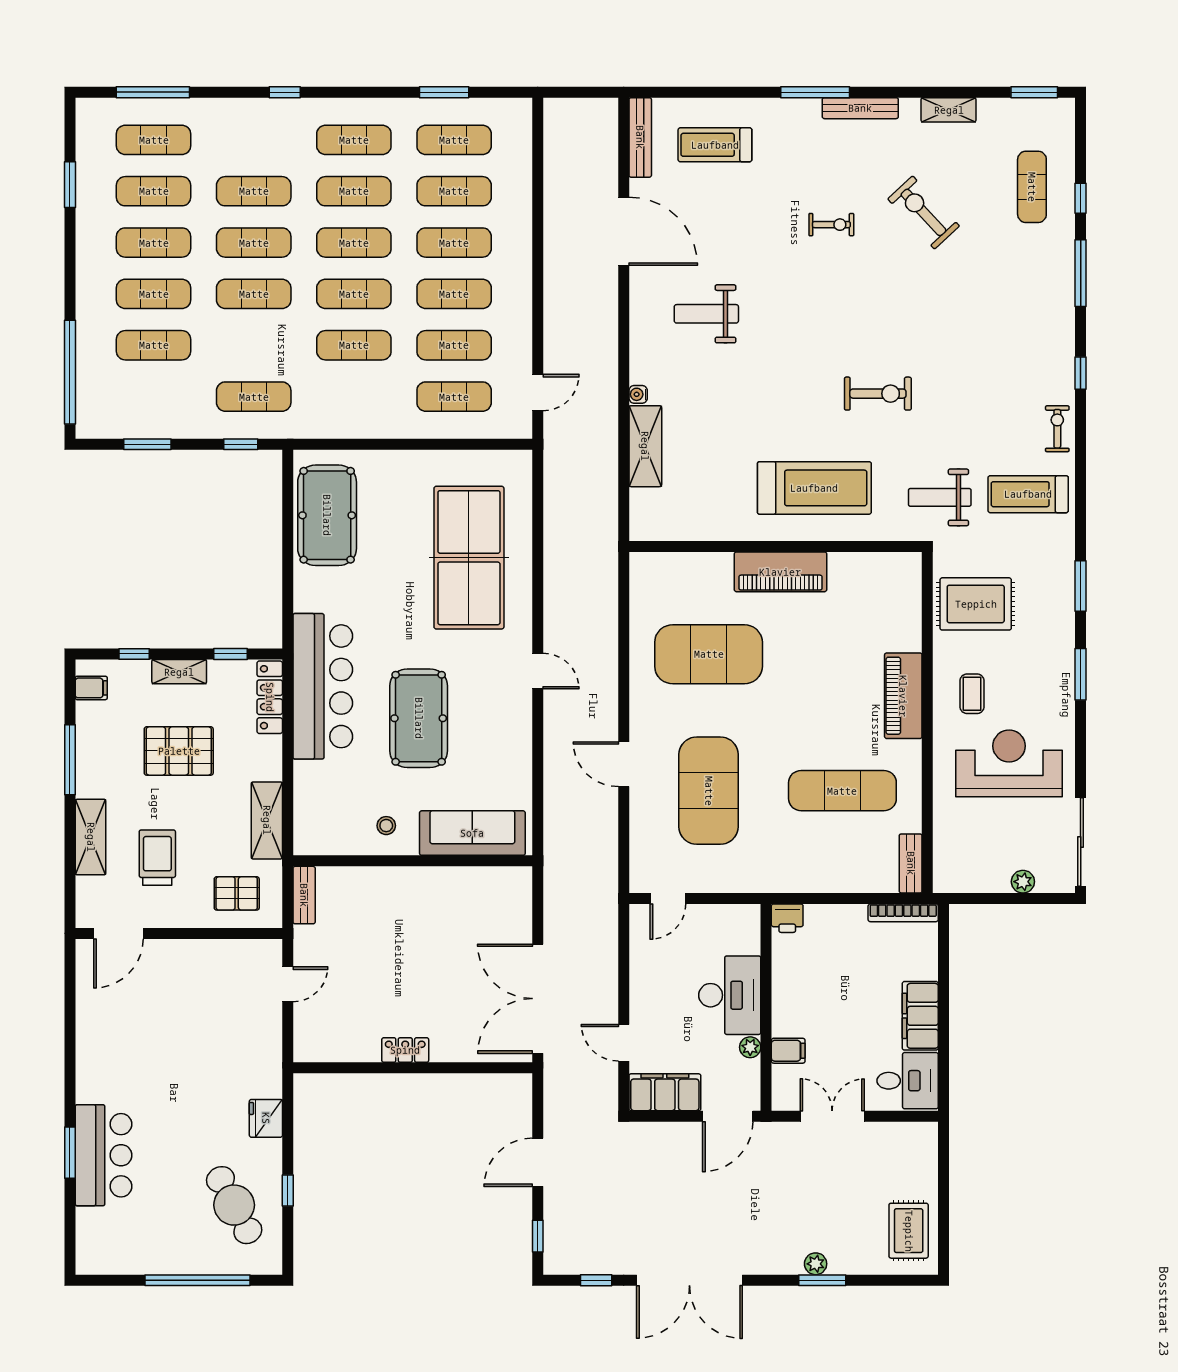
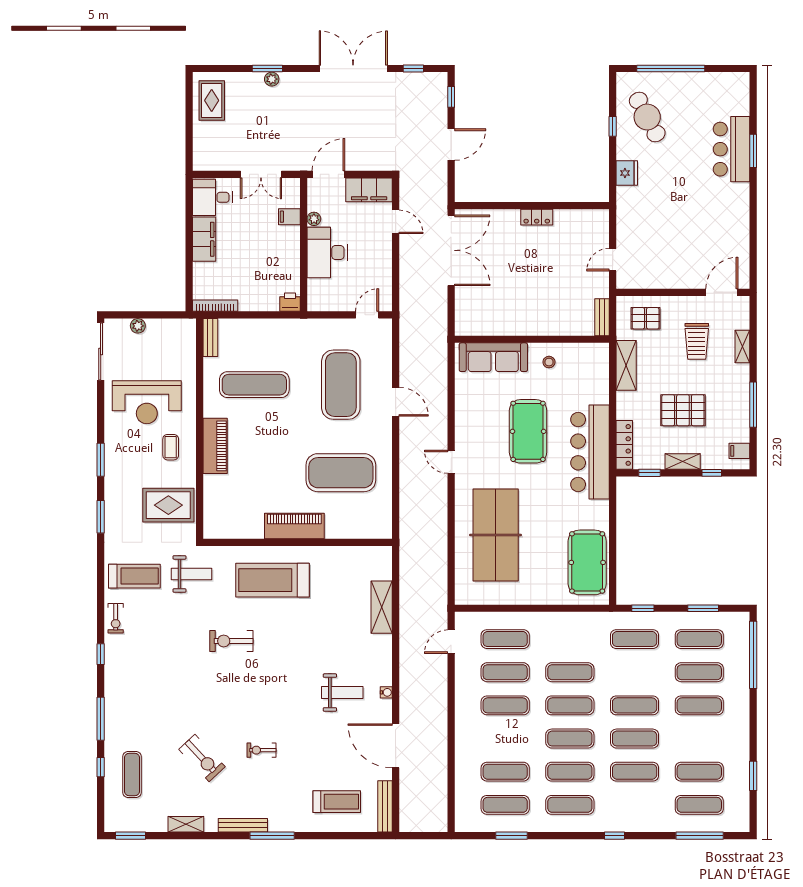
exercise mat: (154, 243) -> (699, 639), moved
exercise mat: (454, 243) -> (505, 739), removed
water cooler: (638, 394) -> (386, 692), moved
shelving: (91, 837) -> (742, 346), width x0.67, depth x0.75

